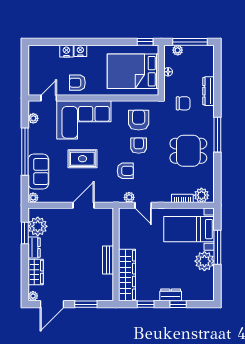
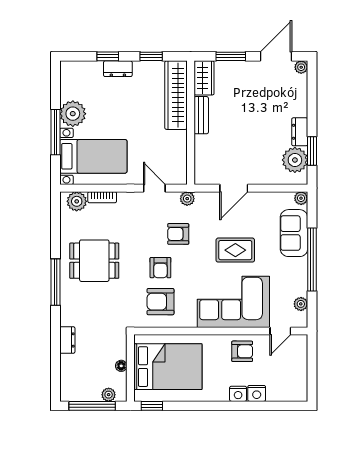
dresser: (209, 91) -> (67, 340), width x0.70
chair: (183, 103) -> (101, 324), removed
armchair: (139, 120) -> (161, 302), turned 90
plant: (129, 197) -> (187, 199), moved
wardrobe: (36, 272) -> (204, 78), moved, turned 180

